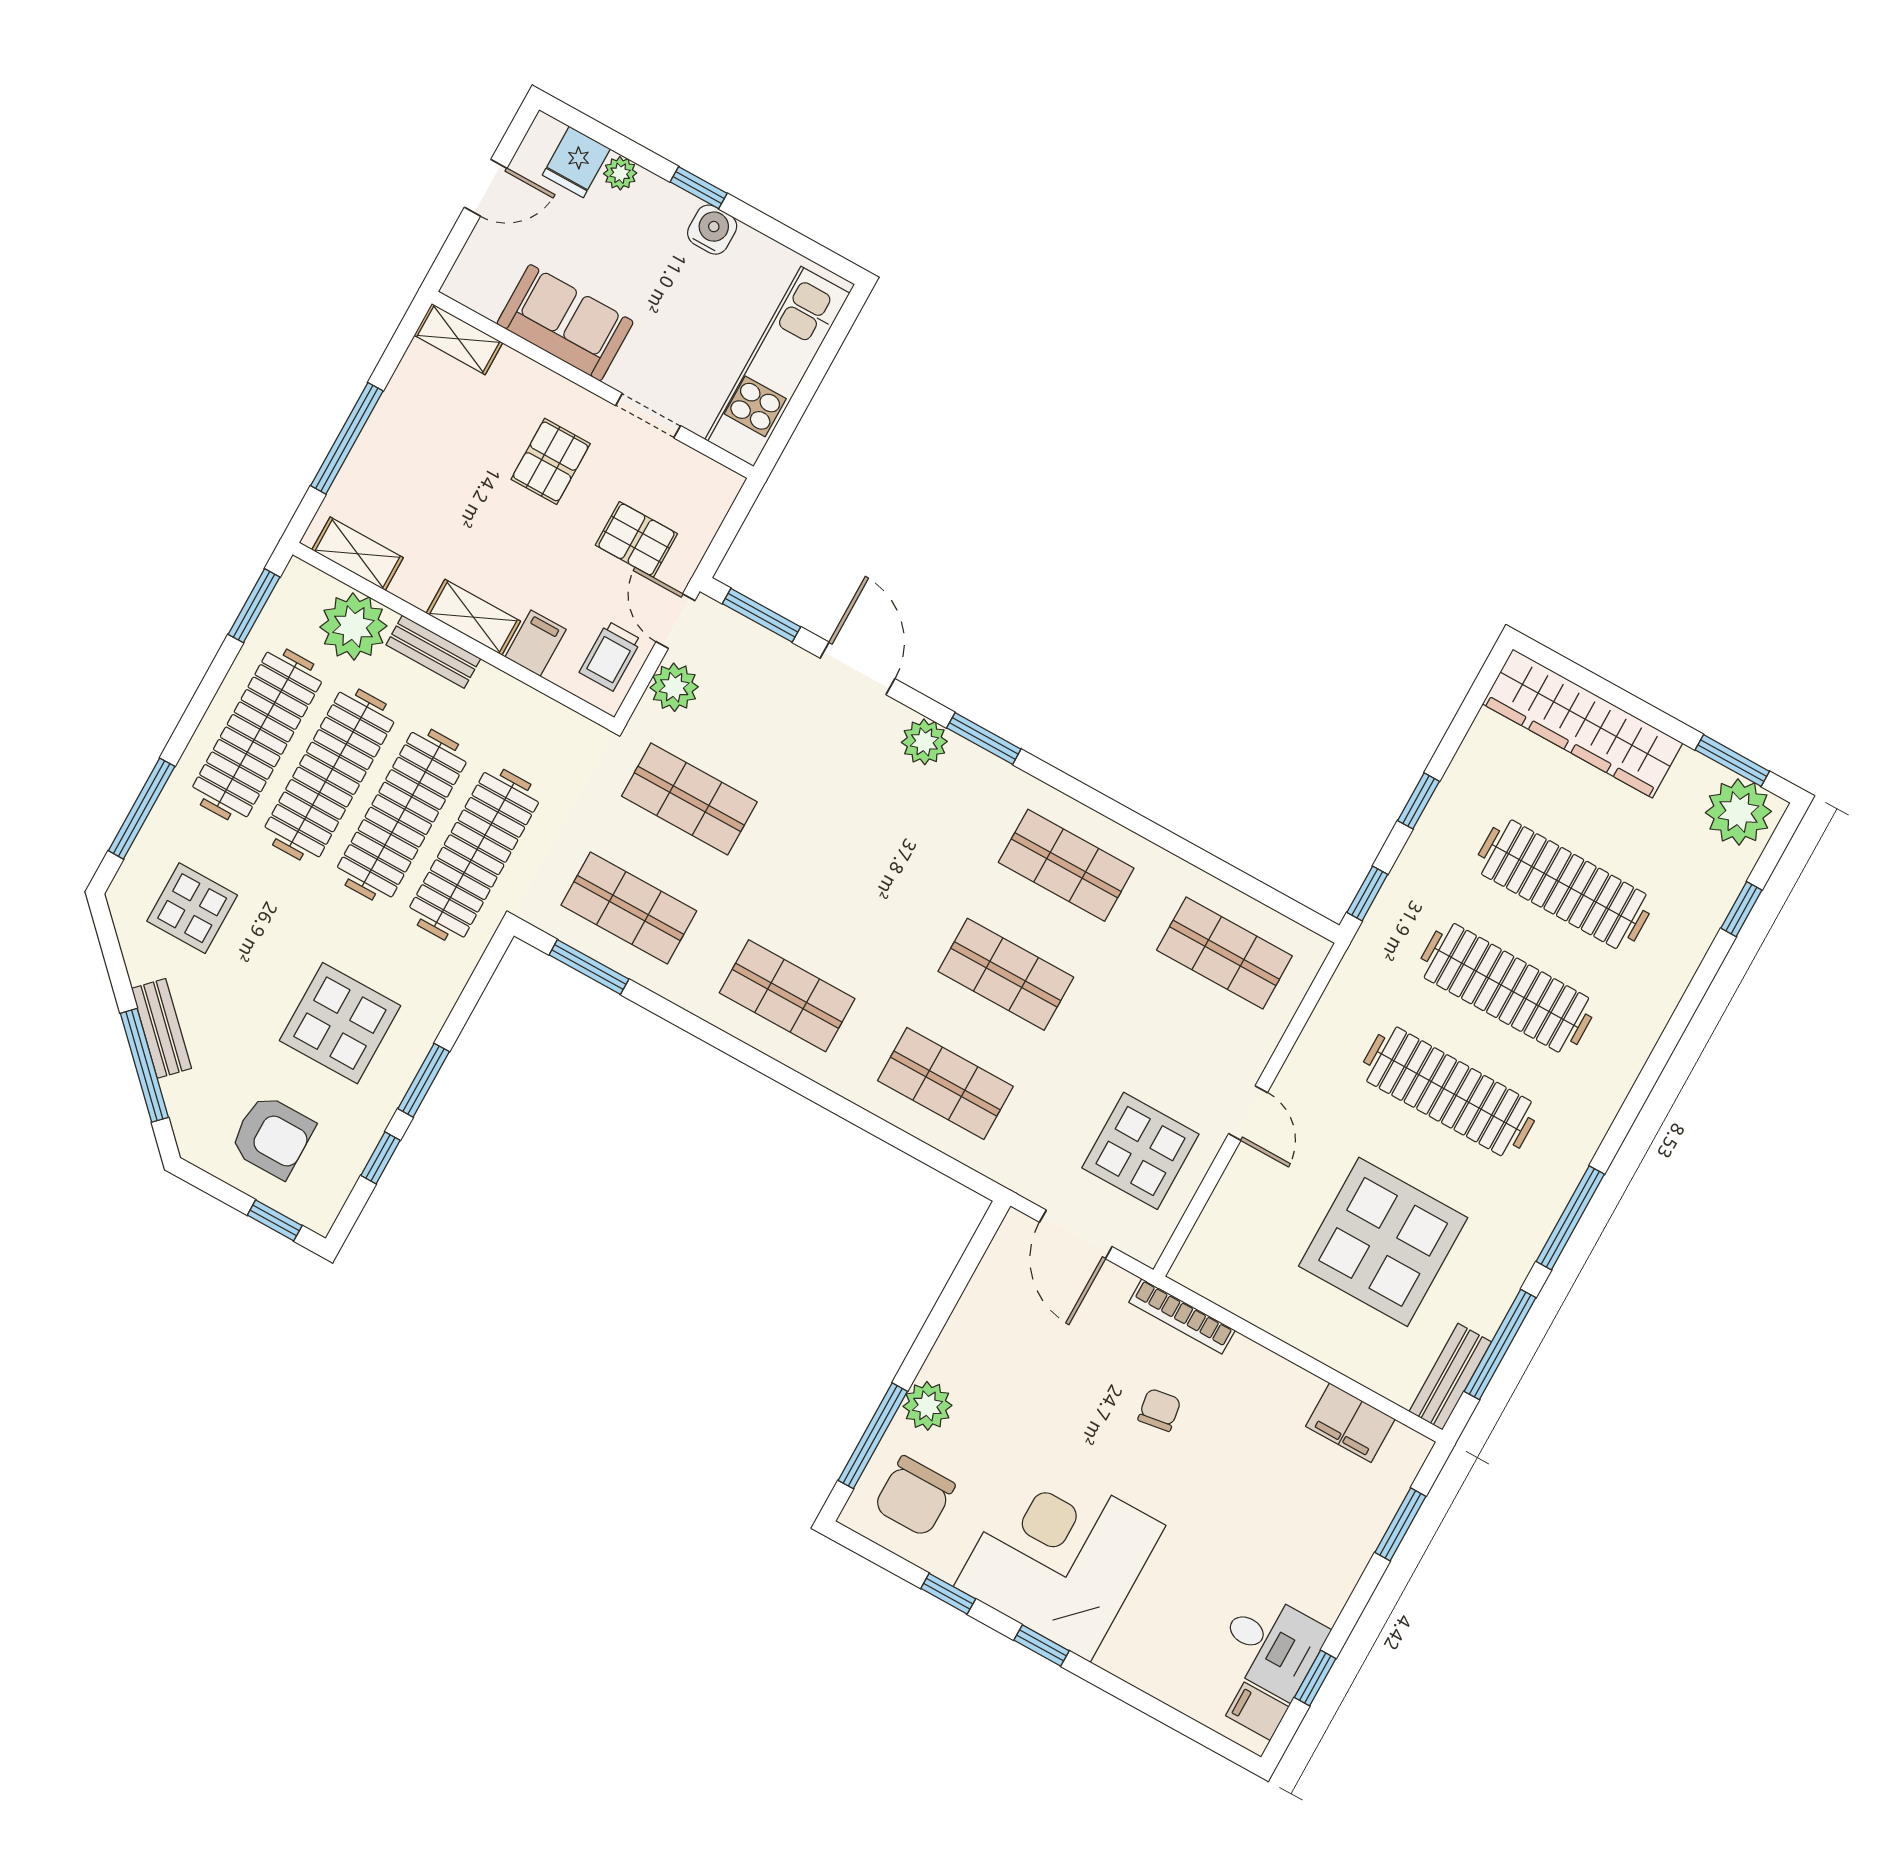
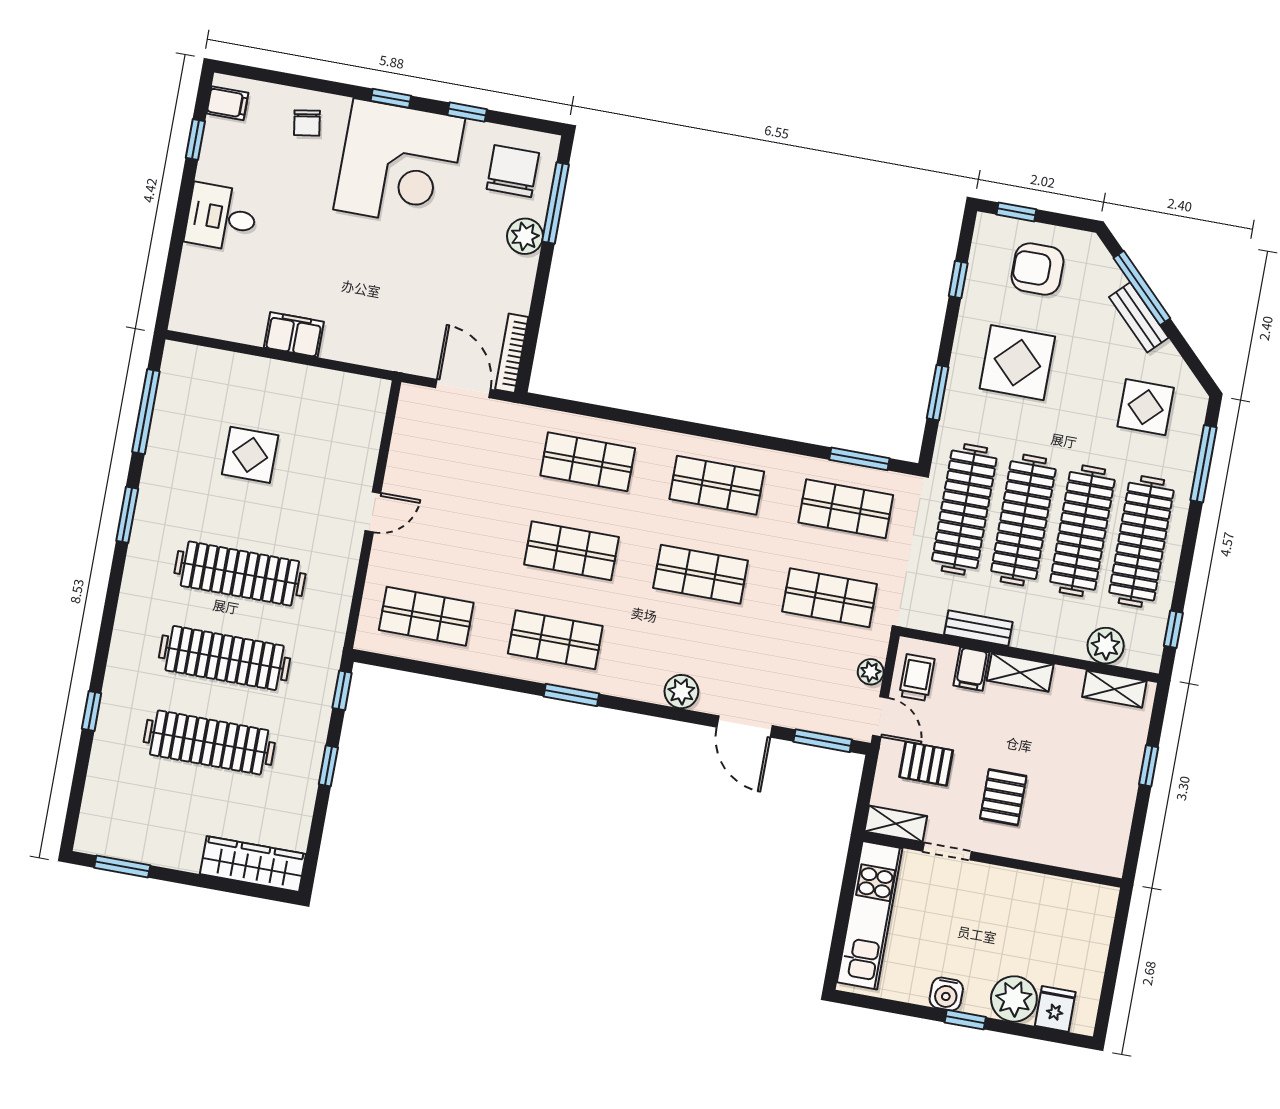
plant: (620, 173) -> (1014, 999), width x1.88, depth x1.88
door: (486, 188) -> (1111, 970), removed
sofa: (565, 323) -> (1026, 896), removed
shelving: (458, 339) -> (896, 824), moved
window: (347, 438) -> (1149, 766), width x0.46
window: (254, 606) -> (1173, 629), width x0.67
plant: (353, 626) -> (1106, 646), width x0.73, depth x0.73
bench: (433, 652) -> (978, 628), moved
plant: (674, 687) -> (871, 672), width x0.73, depth x0.73
wardrobe: (1583, 724) -> (253, 864), width x0.71, depth x0.85
window: (984, 738) -> (571, 695), moved
plant: (1738, 812) -> (106, 833), removed
shop shelf: (848, 887) -> (701, 574), added
window: (1741, 909) -> (92, 711), moved
window: (424, 1080) -> (938, 393), moved
door: (1248, 1113) -> (373, 512), swing flipped
display table: (1140, 1151) -> (438, 461), removed
window: (1570, 1218) -> (127, 515), width x0.69
display table: (1383, 1242) -> (250, 455), width x0.54, depth x0.54
bookcase: (1182, 1316) -> (512, 353), moved, turned -90
bench: (1450, 1377) -> (173, 378), removed
chair: (1159, 1410) -> (307, 123), moved
filing cabinet: (1350, 1423) -> (294, 335), moved
window: (1400, 1524) -> (173, 265), removed
desk: (1272, 1645) -> (221, 217), moved

